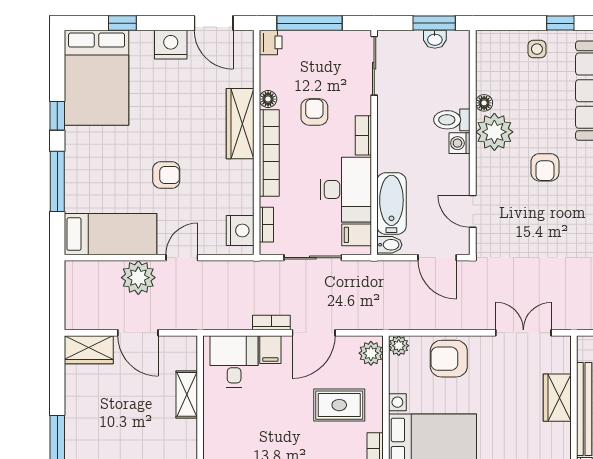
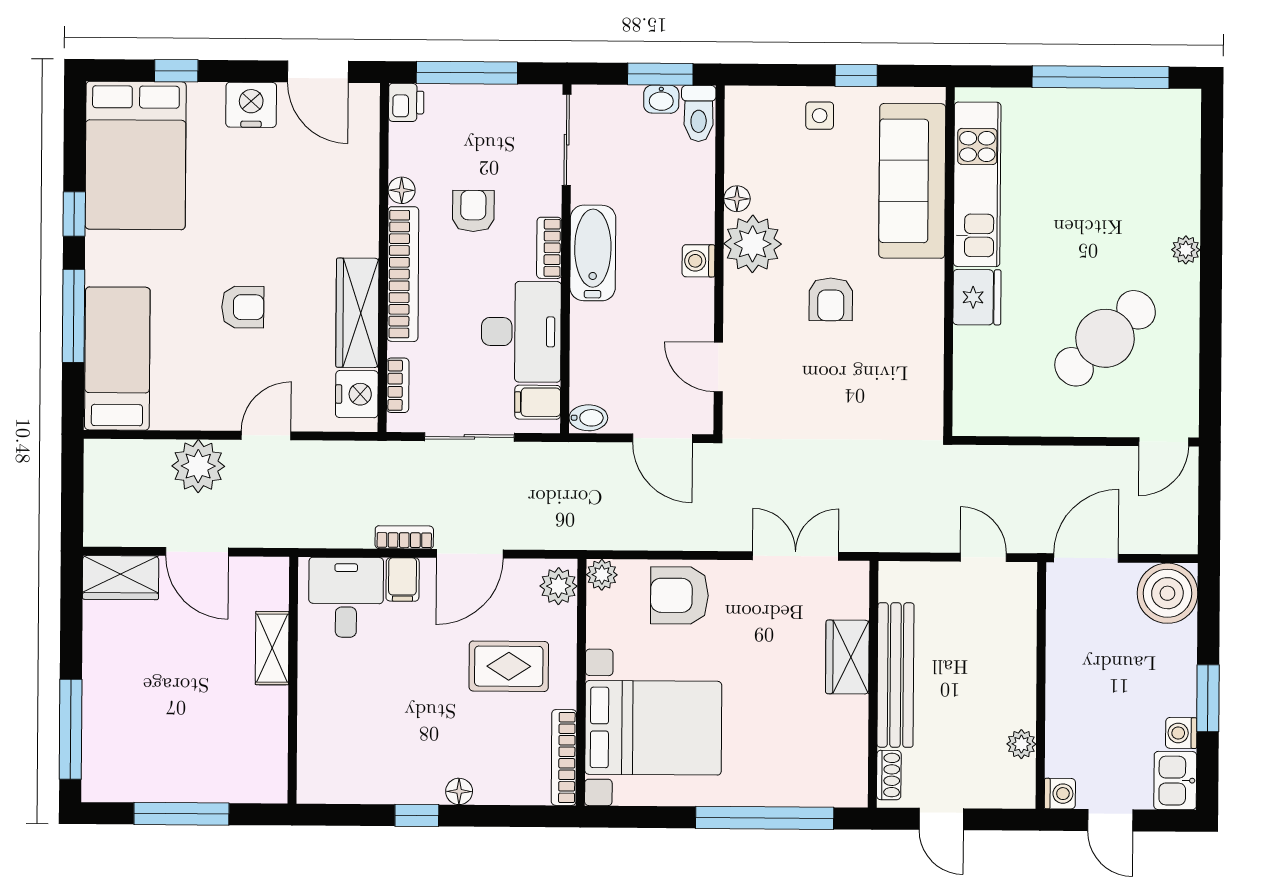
toilet: (452, 120) -> (699, 113), moved, turned -90
wardrobe: (240, 124) -> (357, 313), moved
bathtub: (391, 203) -> (593, 253), moved
bed: (110, 234) -> (117, 359), moved, turned -90

